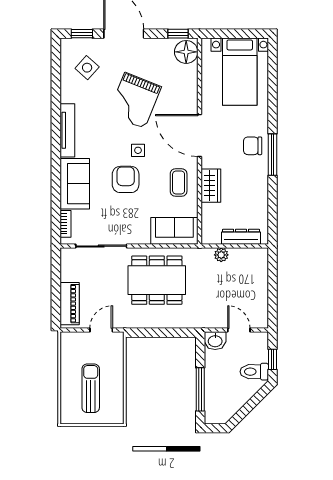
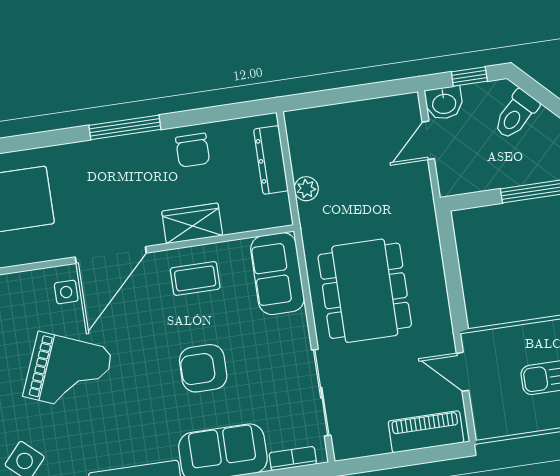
chair: (253, 146) -> (193, 150), moved
side table: (138, 150) -> (66, 292), moved
washbasin: (215, 341) -> (444, 103), moved, turned 90
toilet: (254, 372) -> (516, 115), moved, turned 45

